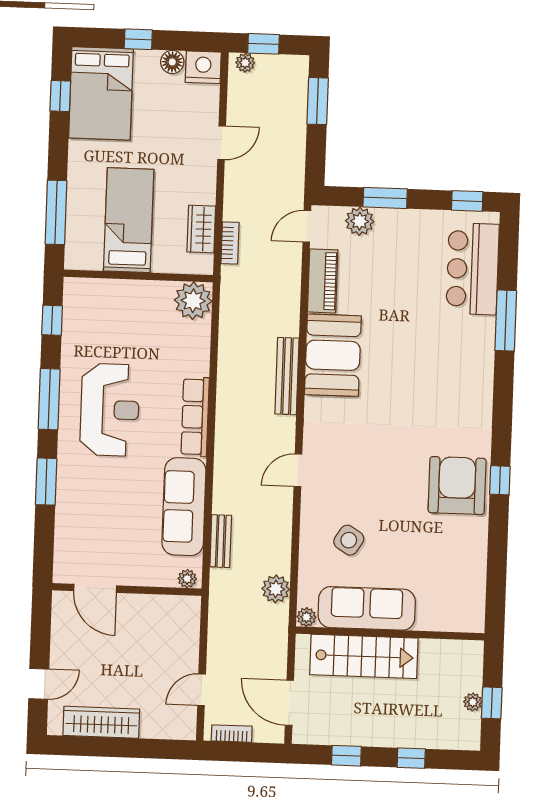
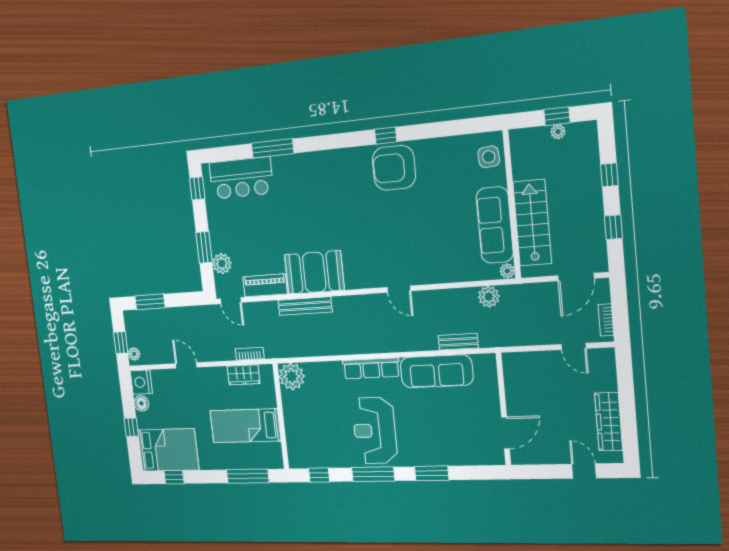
bench: (287, 376) -> (305, 306), moved
reception desk: (110, 410) -> (375, 430), turned -90
side table: (349, 540) -> (489, 157), moved, turned -36
plant: (187, 579) -> (489, 365), removed

